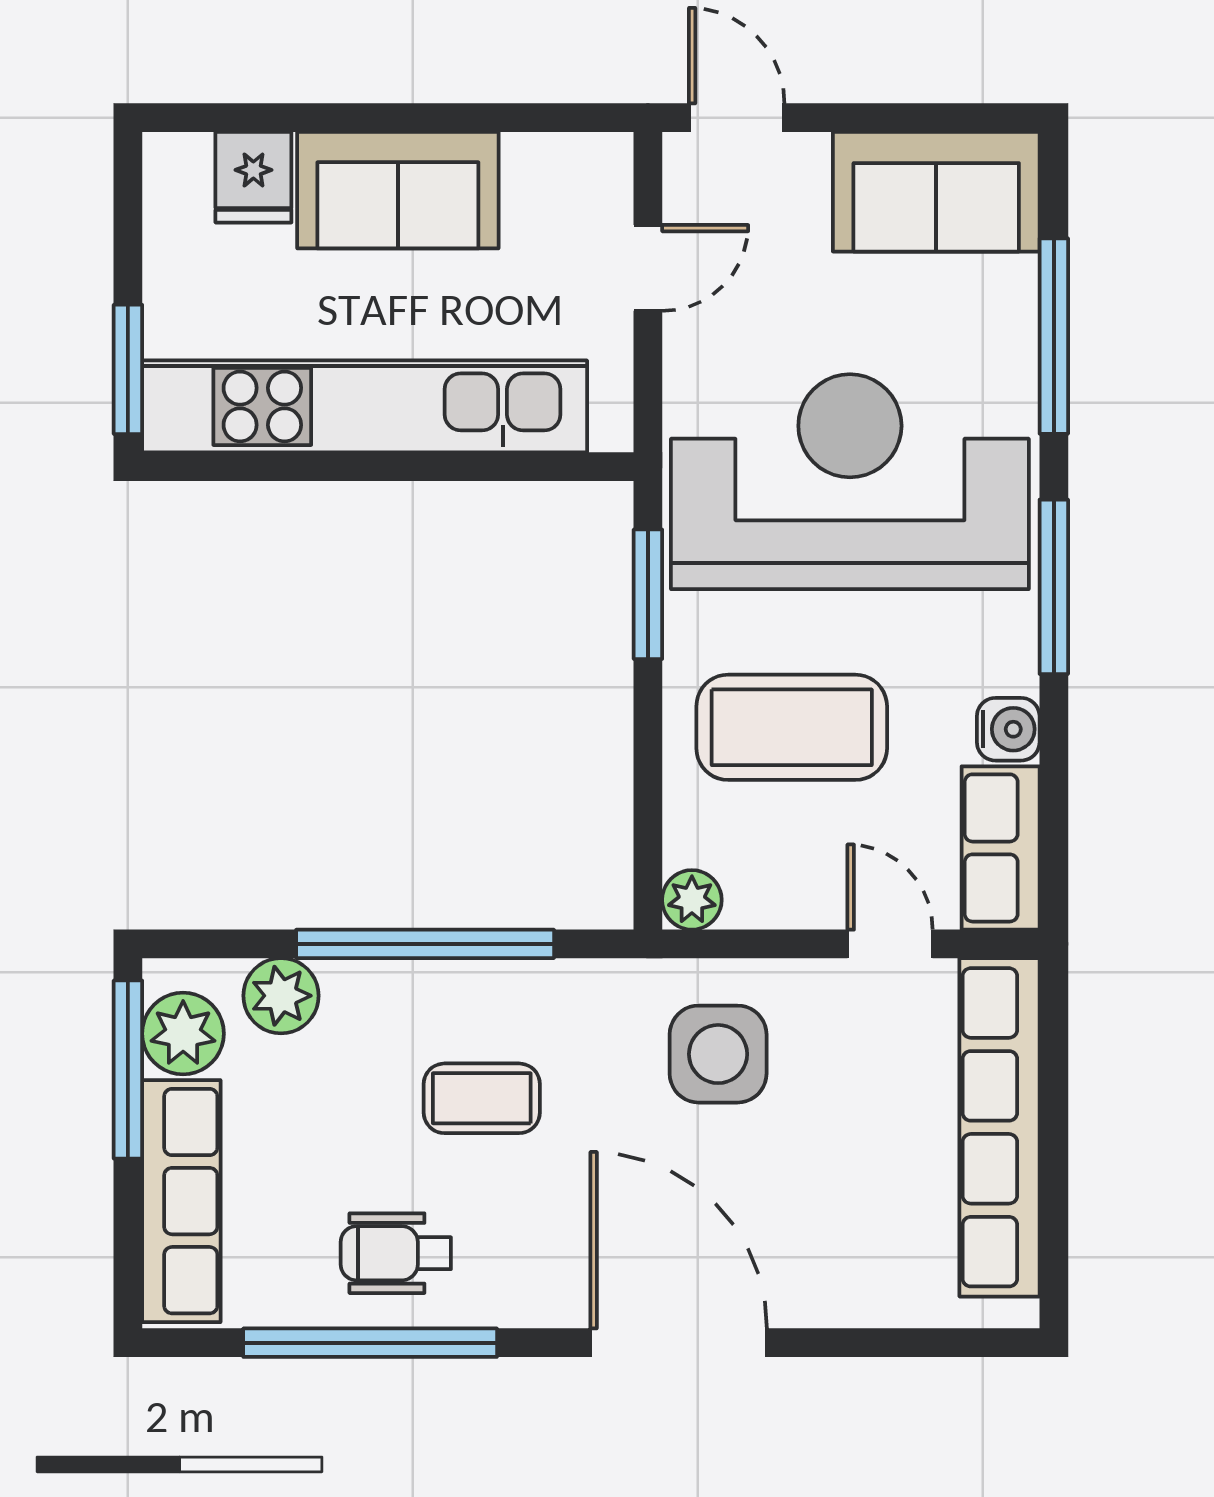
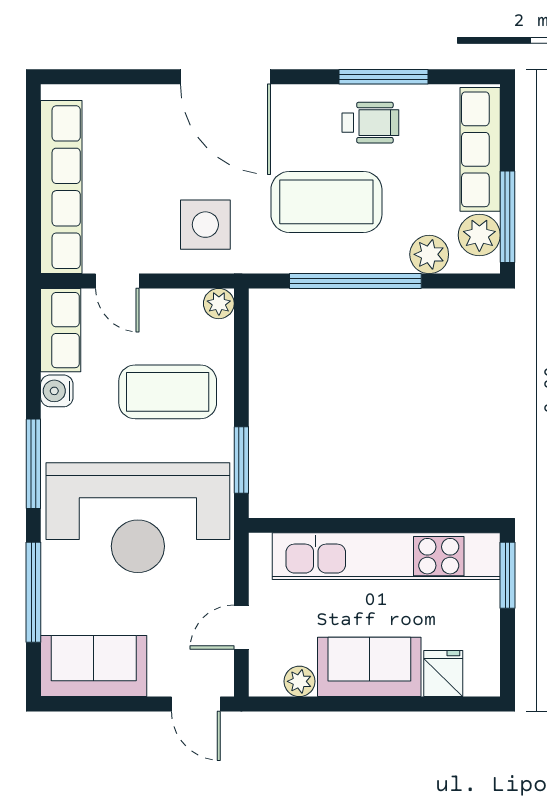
plant: (534, 162) -> (299, 681), added
coffee table: (482, 1098) -> (326, 202), width x1.86, depth x1.72
window: (370, 1343) -> (384, 77), width x0.68

